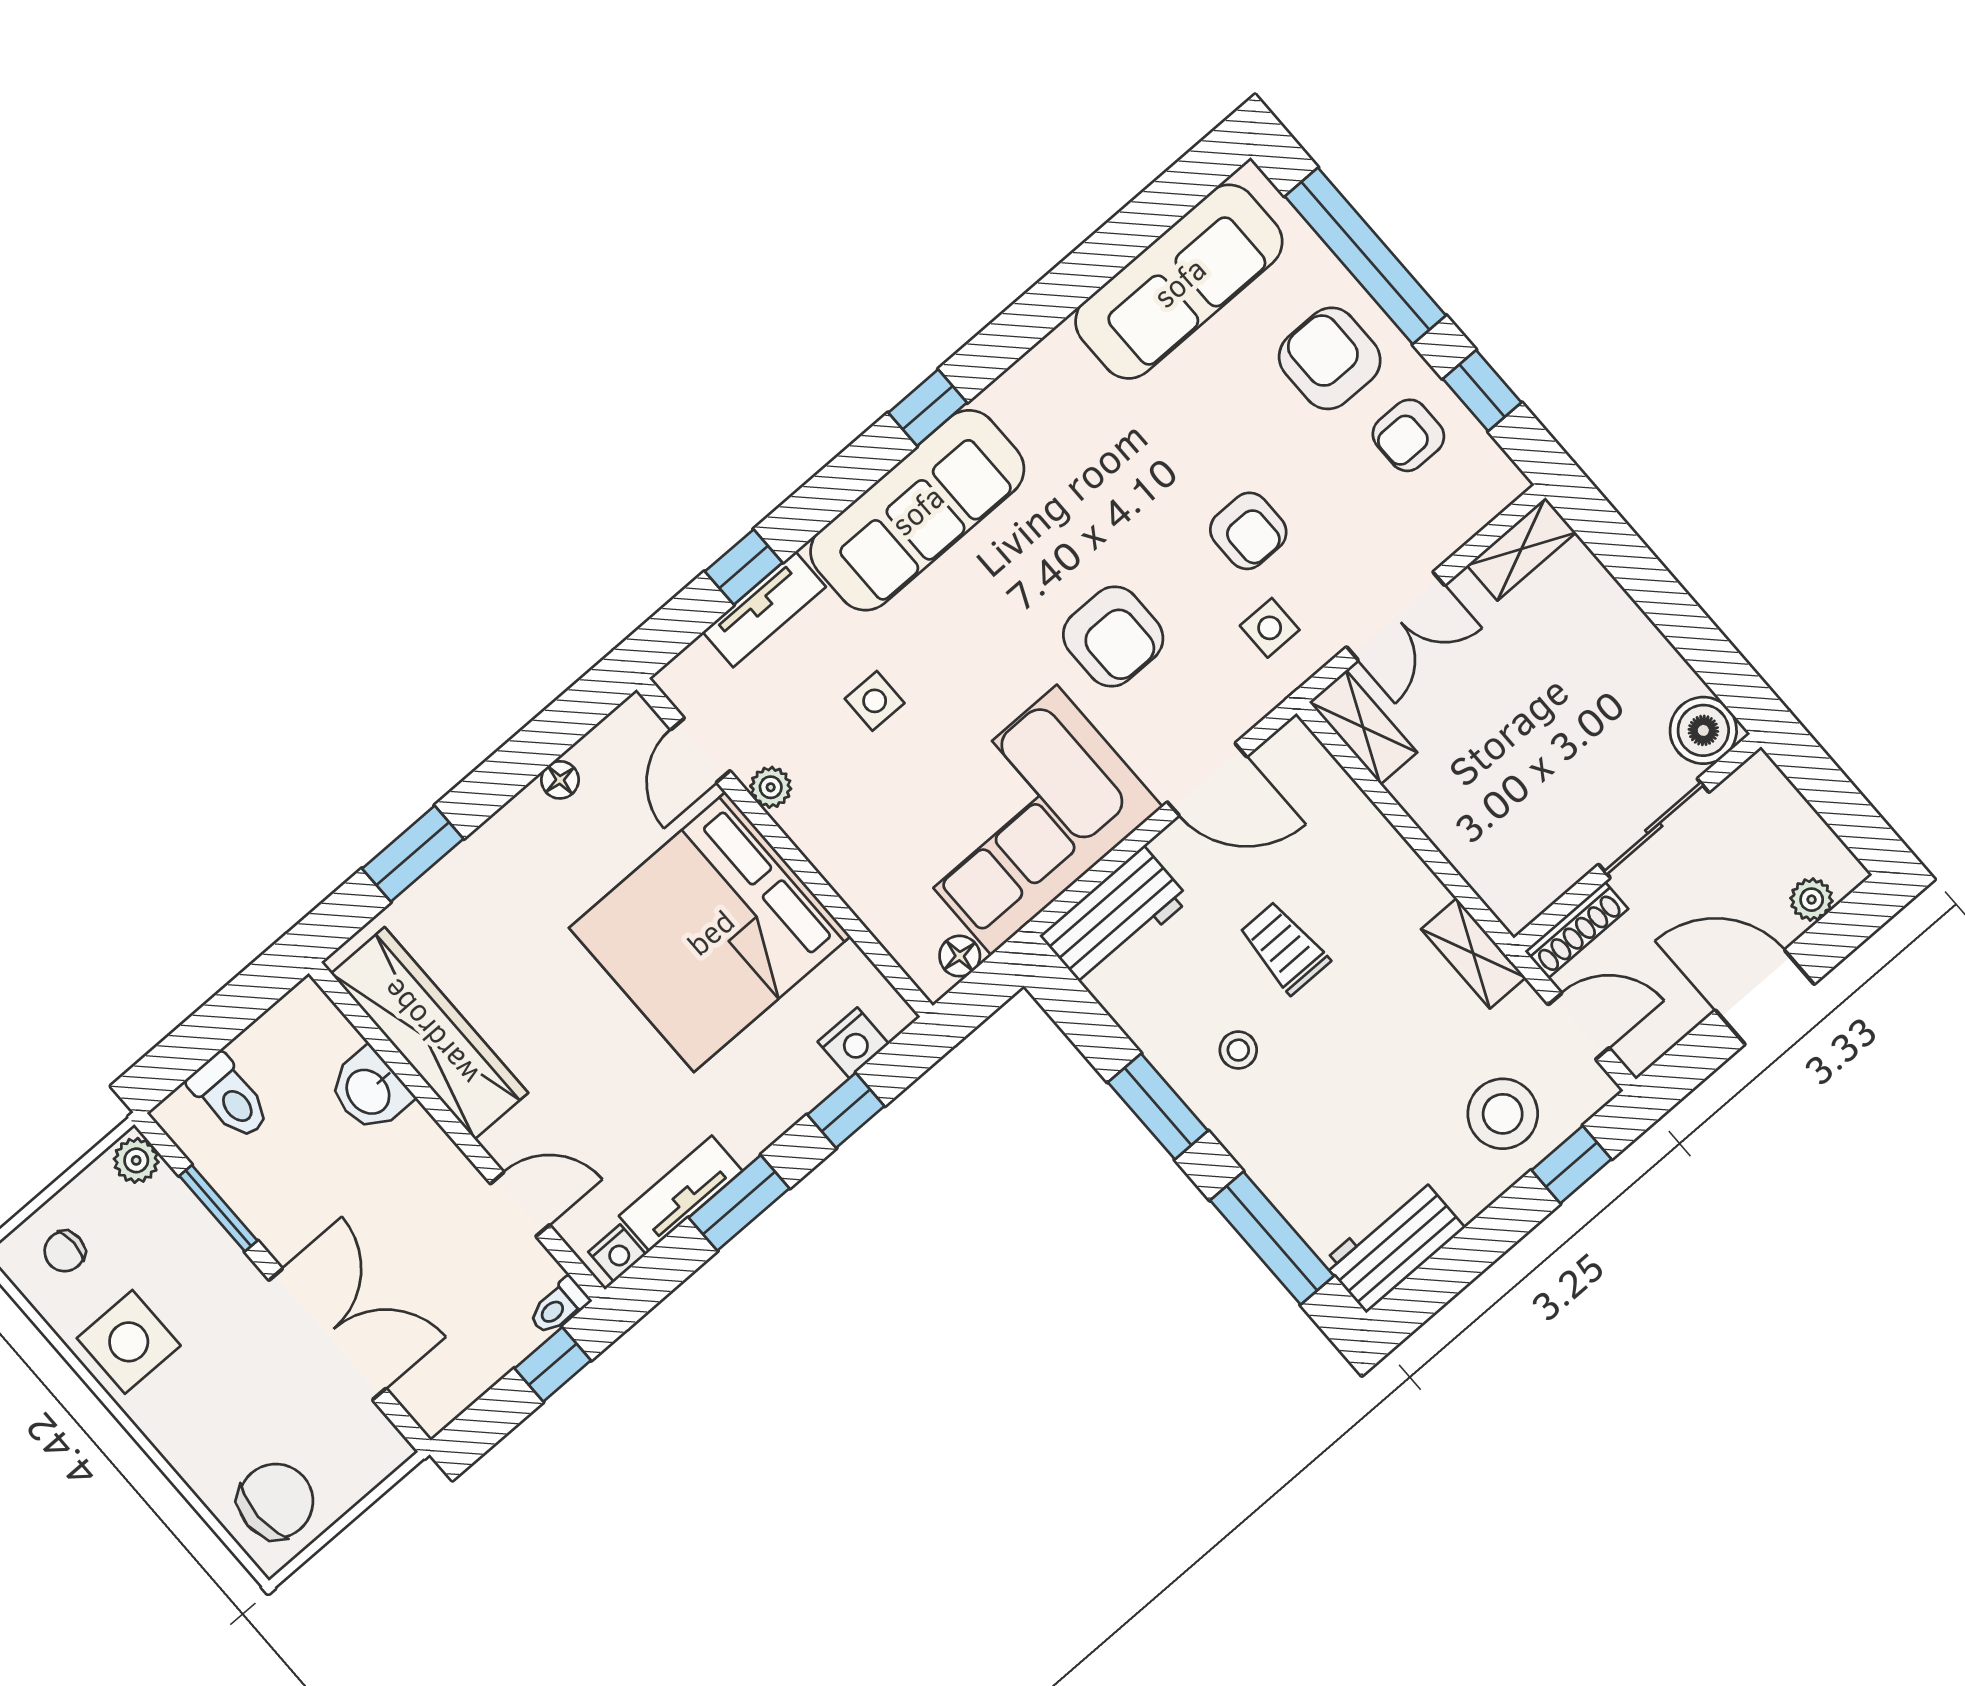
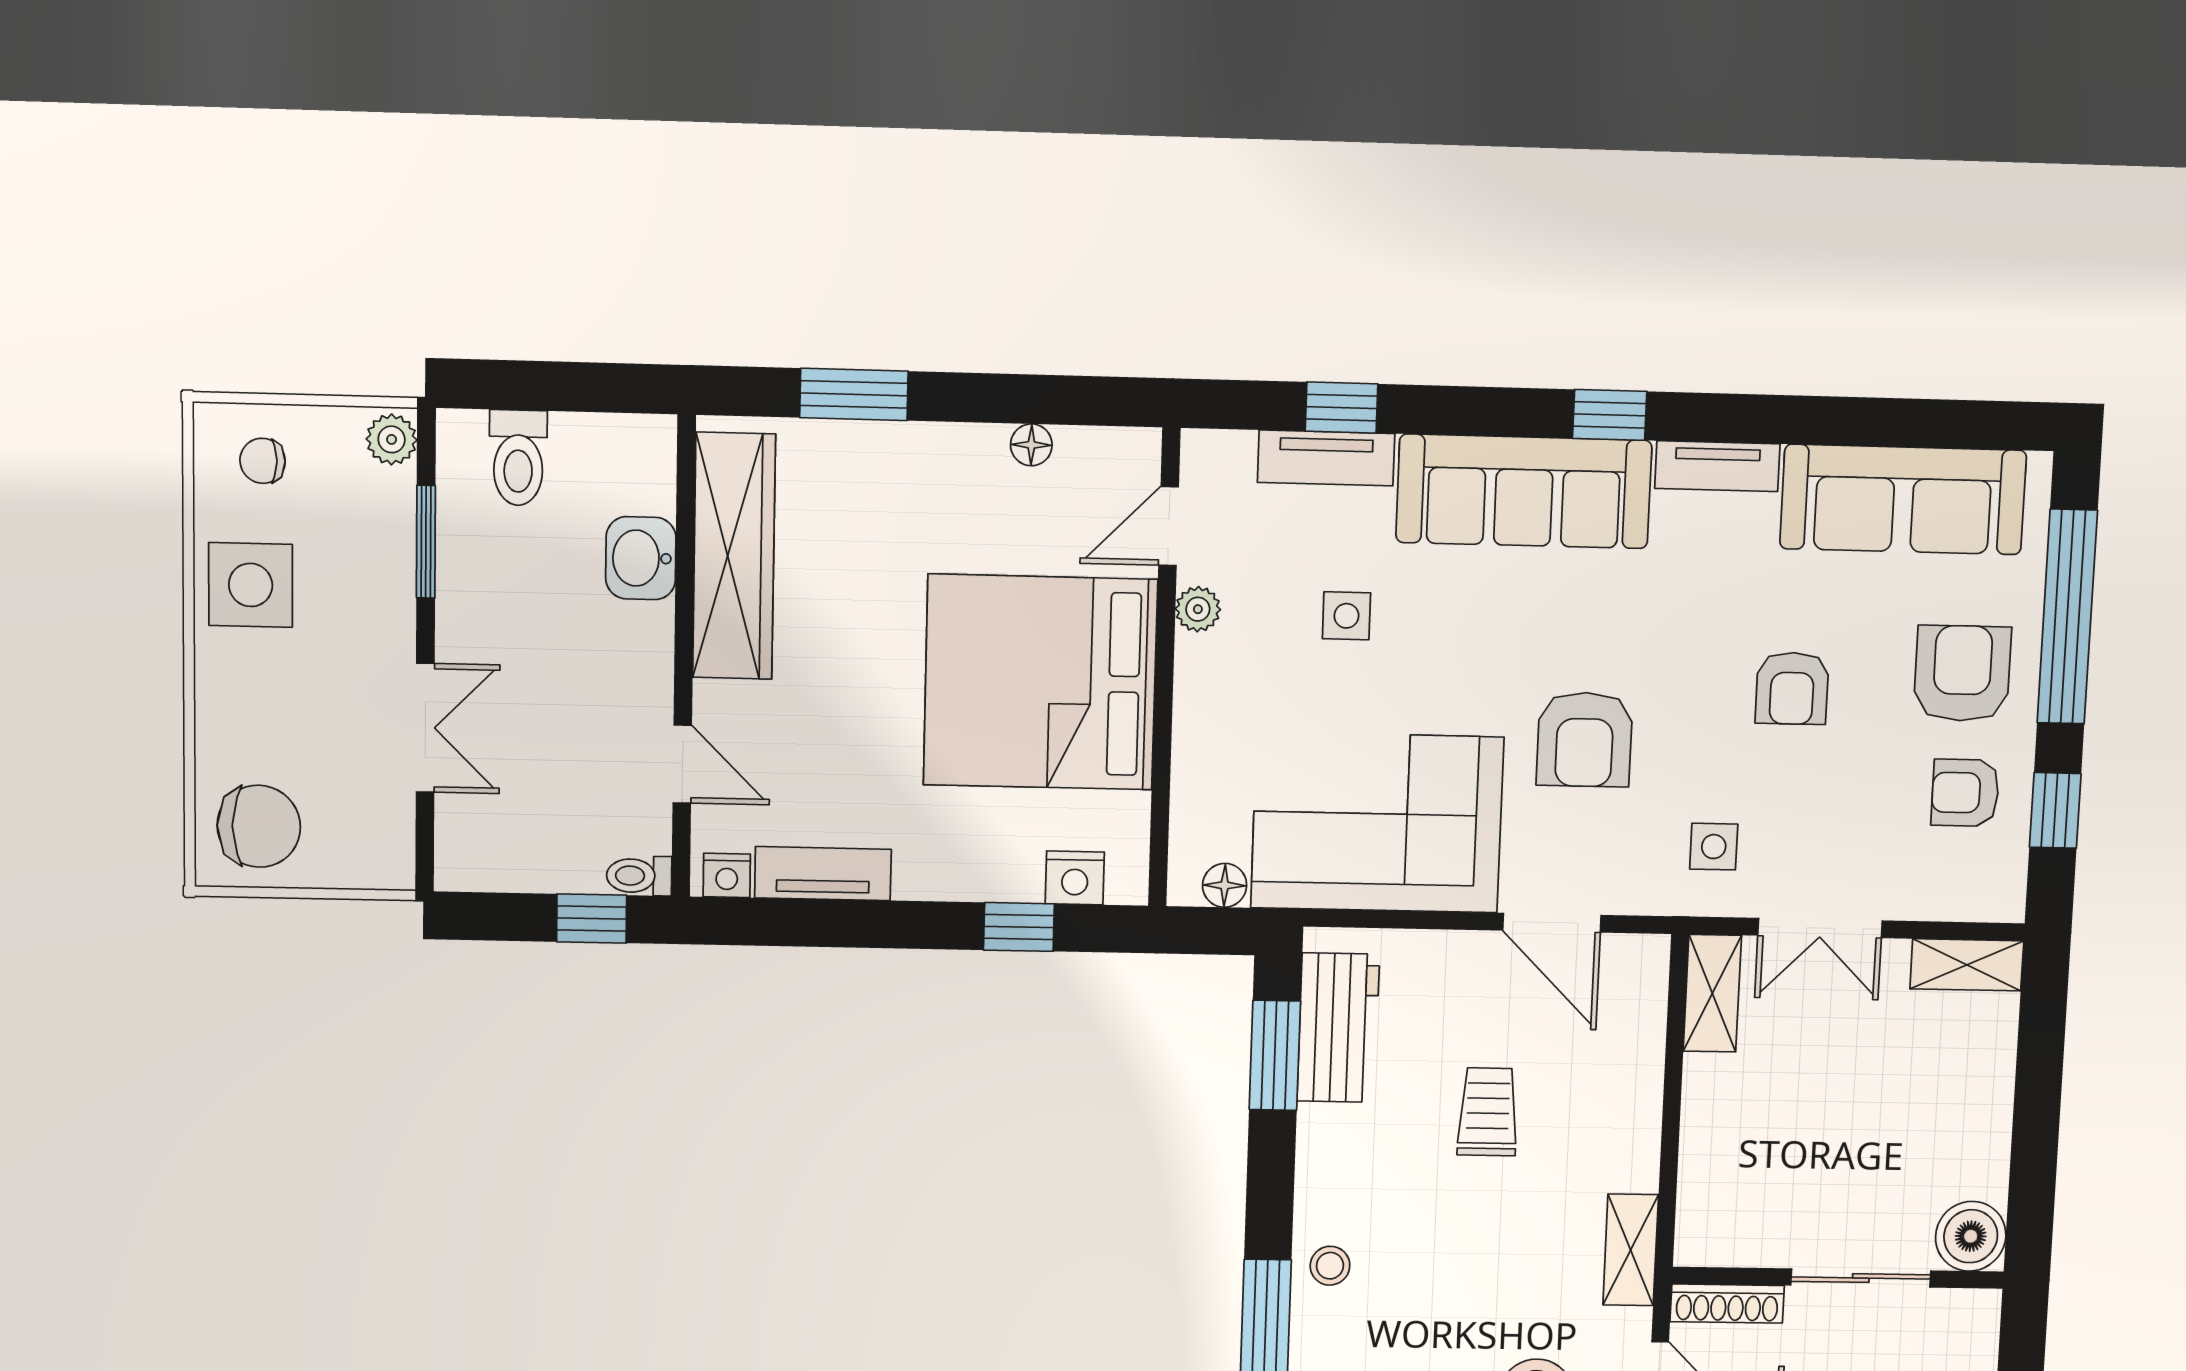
tv unit: (1032, 375) -> (1717, 466), added
armchair: (1248, 531) -> (1792, 688), moved
workbench: (1115, 917) -> (1338, 1028), moved, turned -90
stool: (1238, 1050) -> (1330, 1266), moved
window: (1158, 1107) -> (1275, 1055), moved
window: (739, 1203) -> (864, 924), removed
double door: (327, 1334) -> (425, 728), width x0.73

